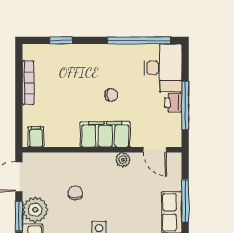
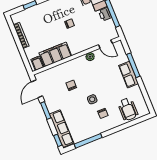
filing cabinet: (105, 134) -> (55, 54), moved
plant: (35, 210) -> (53, 103), removed

